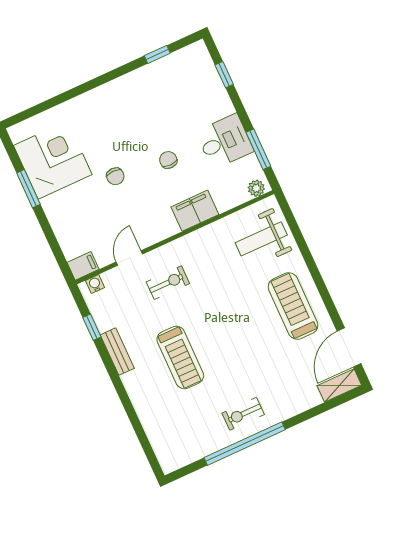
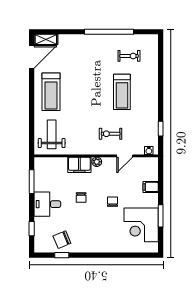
chair: (168, 79) -> (62, 240), added
desk: (225, 141) -> (47, 204), moved
plant: (256, 188) -> (97, 162), moved
weight bench: (261, 239) -> (52, 134), turned -90
filing cabinet: (83, 266) -> (151, 187), moved
bench: (117, 352) -> (153, 110), removed
treadmill: (180, 357) -> (122, 92), turned 180
exercise bike: (243, 414) -> (129, 56), moved

